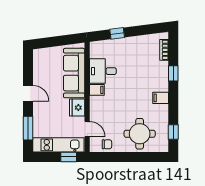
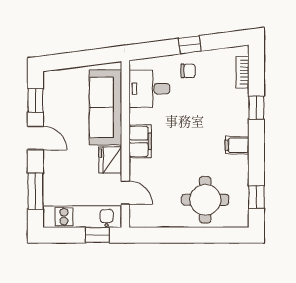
window: (117, 33) -> (190, 45), moved
window: (28, 68) -> (35, 100), added
desk: (103, 71) -> (149, 89), moved
filing cabinet: (97, 90) -> (140, 141), width x2.00
chair: (107, 144) -> (188, 71), moved

